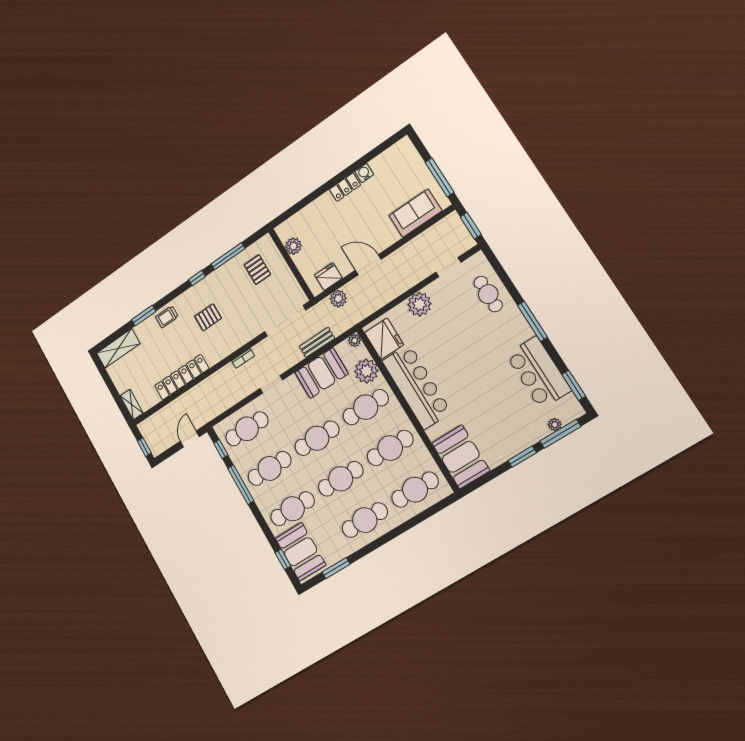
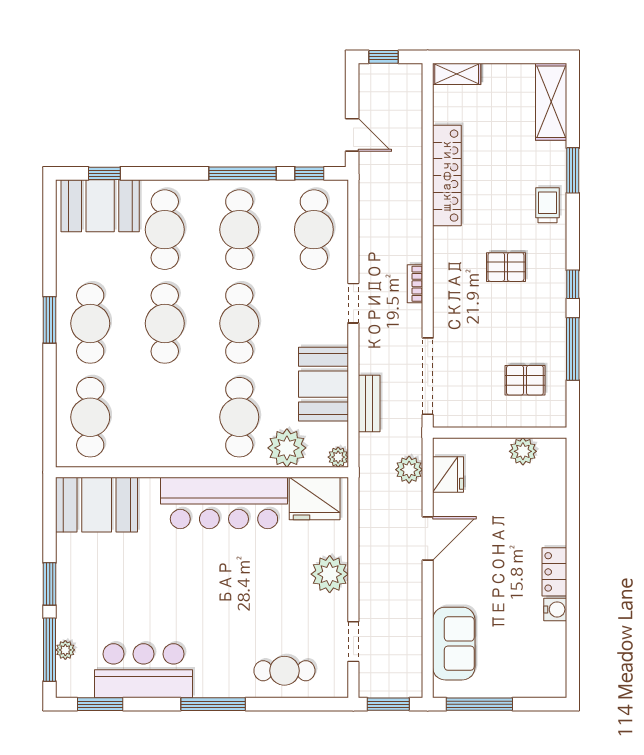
pallet: (208, 317) -> (506, 267), turned 90
cafe table: (390, 448) -> (165, 417), removed
window: (336, 568) -> (50, 320), moved

